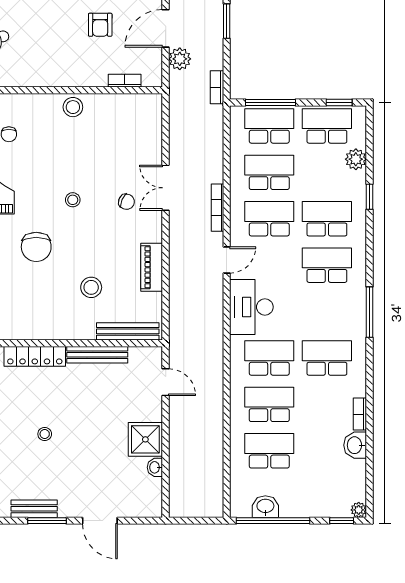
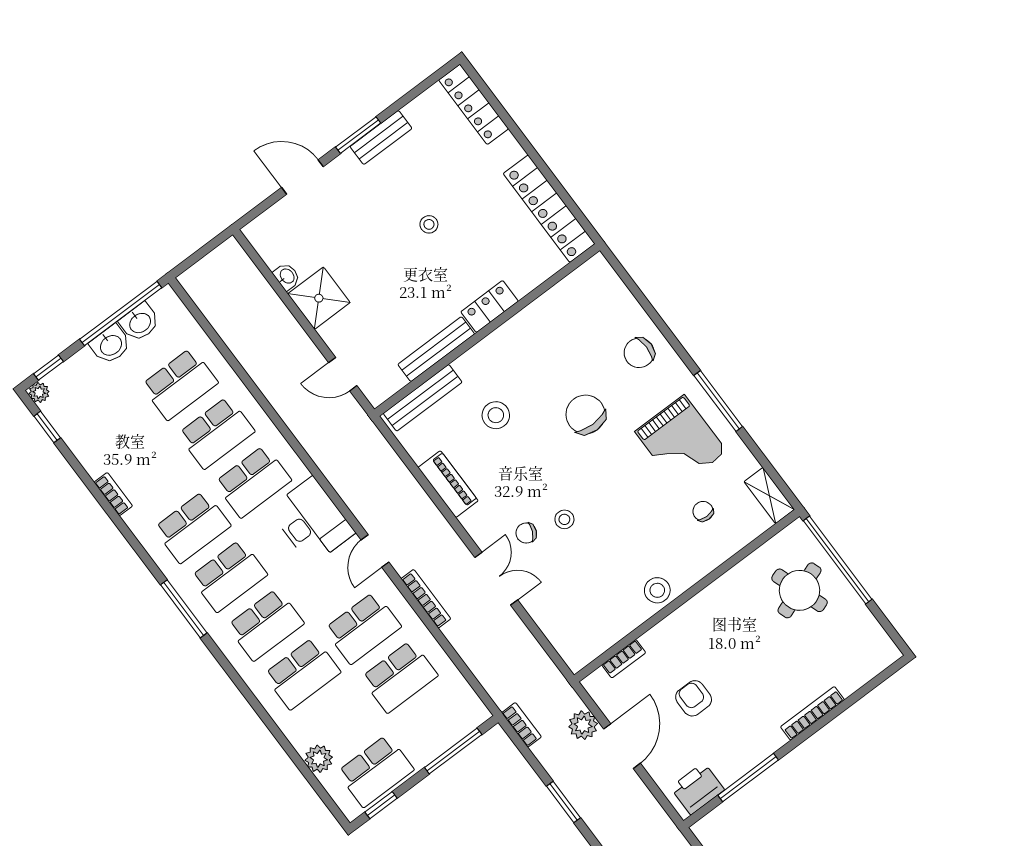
school desk: (269, 126) -> (229, 576), moved
window: (369, 197) -> (47, 427), moved
stool: (73, 200) -> (564, 519), moved
locker: (35, 356) -> (490, 306), width x0.66
washbasin: (355, 445) -> (110, 345), moved, turned 90

